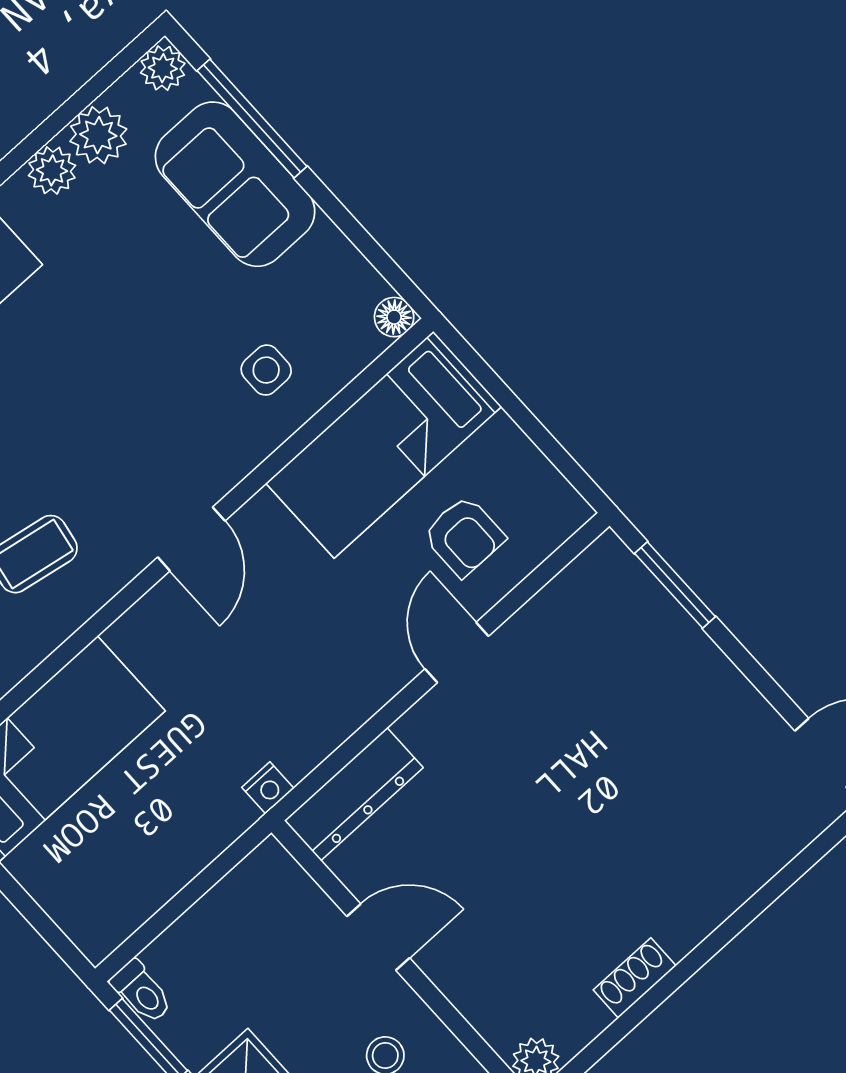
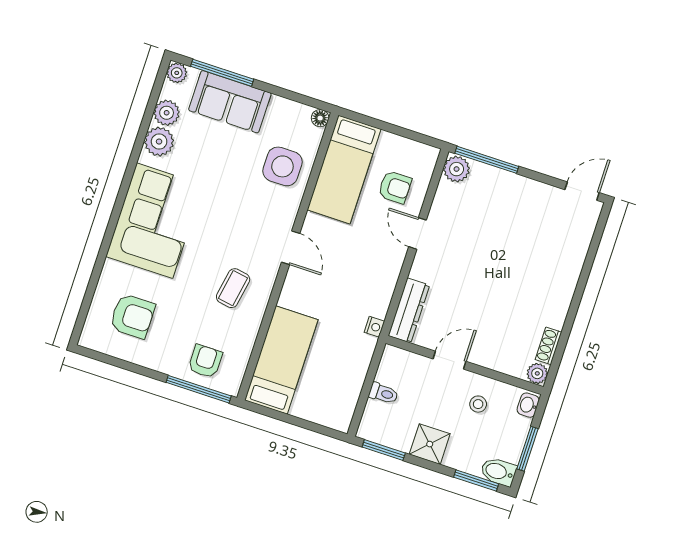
plant: (52, 170) -> (159, 142), width x1.38, depth x1.38
side table: (266, 370) -> (282, 166), width x1.87, depth x1.87
plant: (605, 569) -> (457, 169), added
window: (675, 585) -> (487, 160), width x1.44
shoe rack: (635, 978) -> (548, 346), moved
toilet: (142, 992) -> (383, 393), moved

